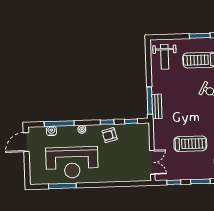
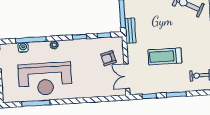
bench: (157, 106) -> (130, 31), moved
armchair: (110, 135) -> (108, 58), moved
treadmill: (190, 144) -> (165, 56), turned 180
double door: (152, 162) -> (127, 76), swing flipped

